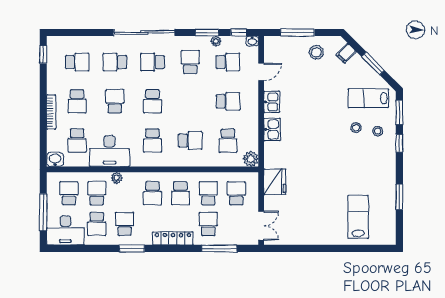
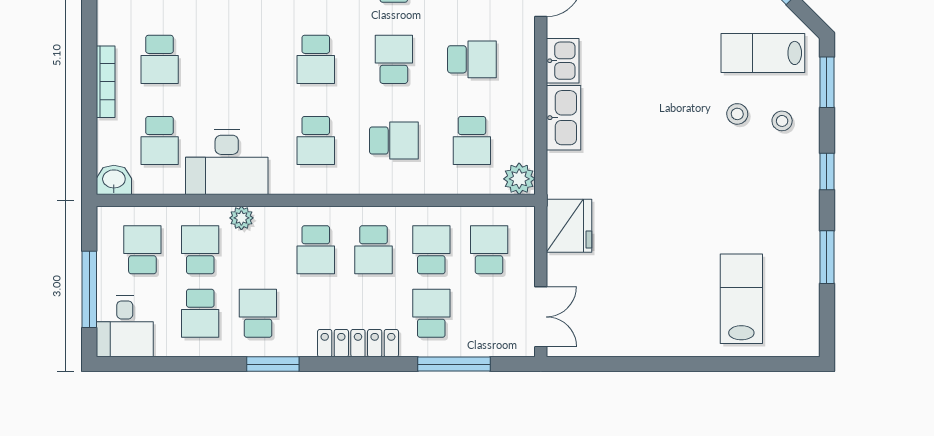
school desk: (115, 101) -> (394, 59), moved
kitchen sink: (272, 129) -> (564, 118), width x1.38
window: (399, 143) -> (827, 171), moved
desk: (65, 230) -> (125, 326), width x0.73

